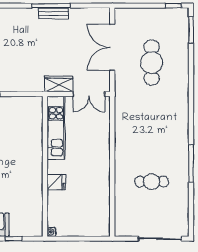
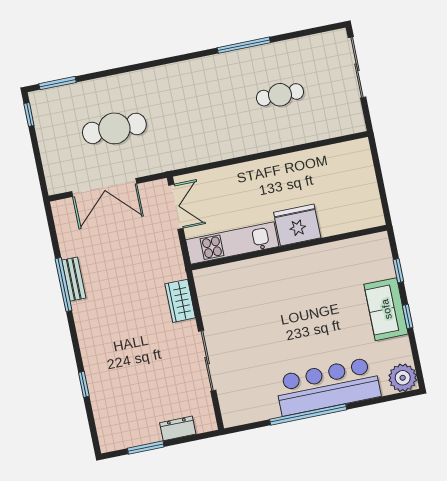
wardrobe: (59, 84) -> (180, 301), moved
fridge: (56, 182) -> (297, 225), width x1.88, depth x1.34
cafe table: (152, 182) -> (280, 95), turned 90
water cooler: (52, 232) -> (378, 220), removed

